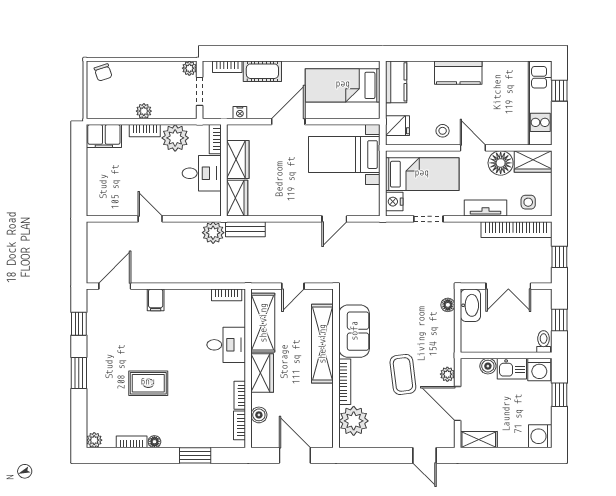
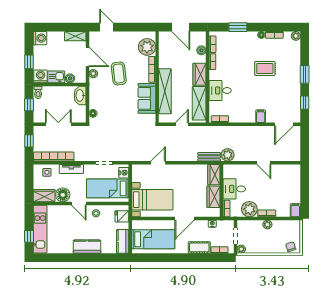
filing cabinet: (104, 136) -> (295, 210), width x0.50
washbasin: (470, 305) -> (80, 95), moved

